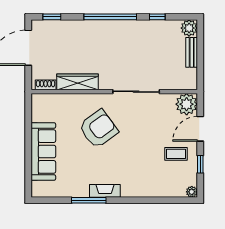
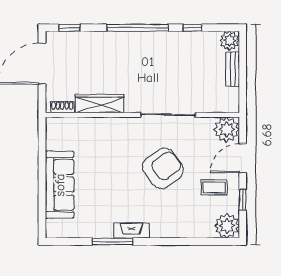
armchair: (98, 129) -> (163, 168), moved
plant: (192, 192) -> (227, 226), width x1.88, depth x1.88

